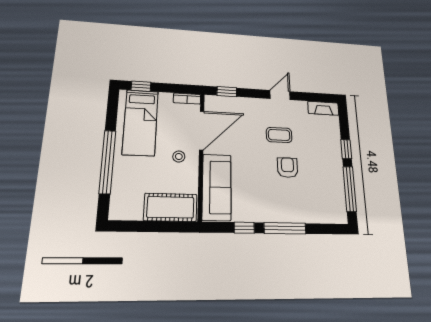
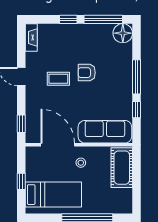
window: (141, 86) -> (21, 181), moved
bookcase: (187, 99) -> (30, 158), removed
coffee table: (279, 135) -> (58, 79), turned 90
floor lamp: (336, 212) -> (123, 33), added

